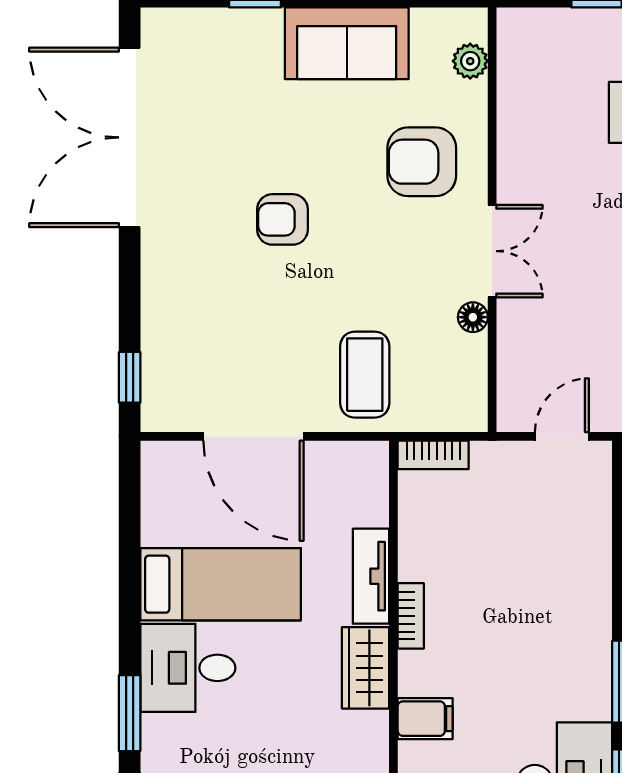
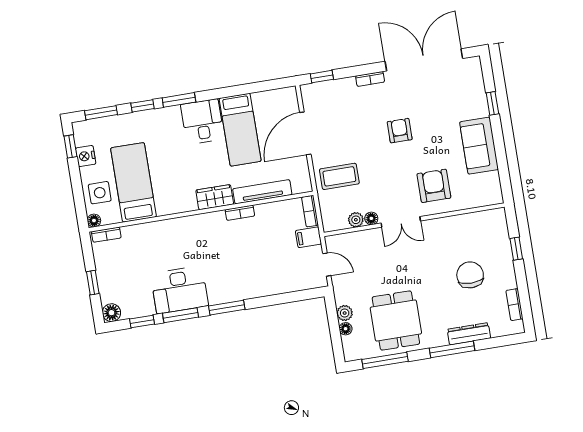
plant: (470, 61) -> (356, 220), moved
bookcase: (153, 268) -> (370, 79), added
tv unit: (371, 576) -> (262, 192), width x1.41
filing cabinet: (425, 719) -> (308, 237), moved, turned 90

